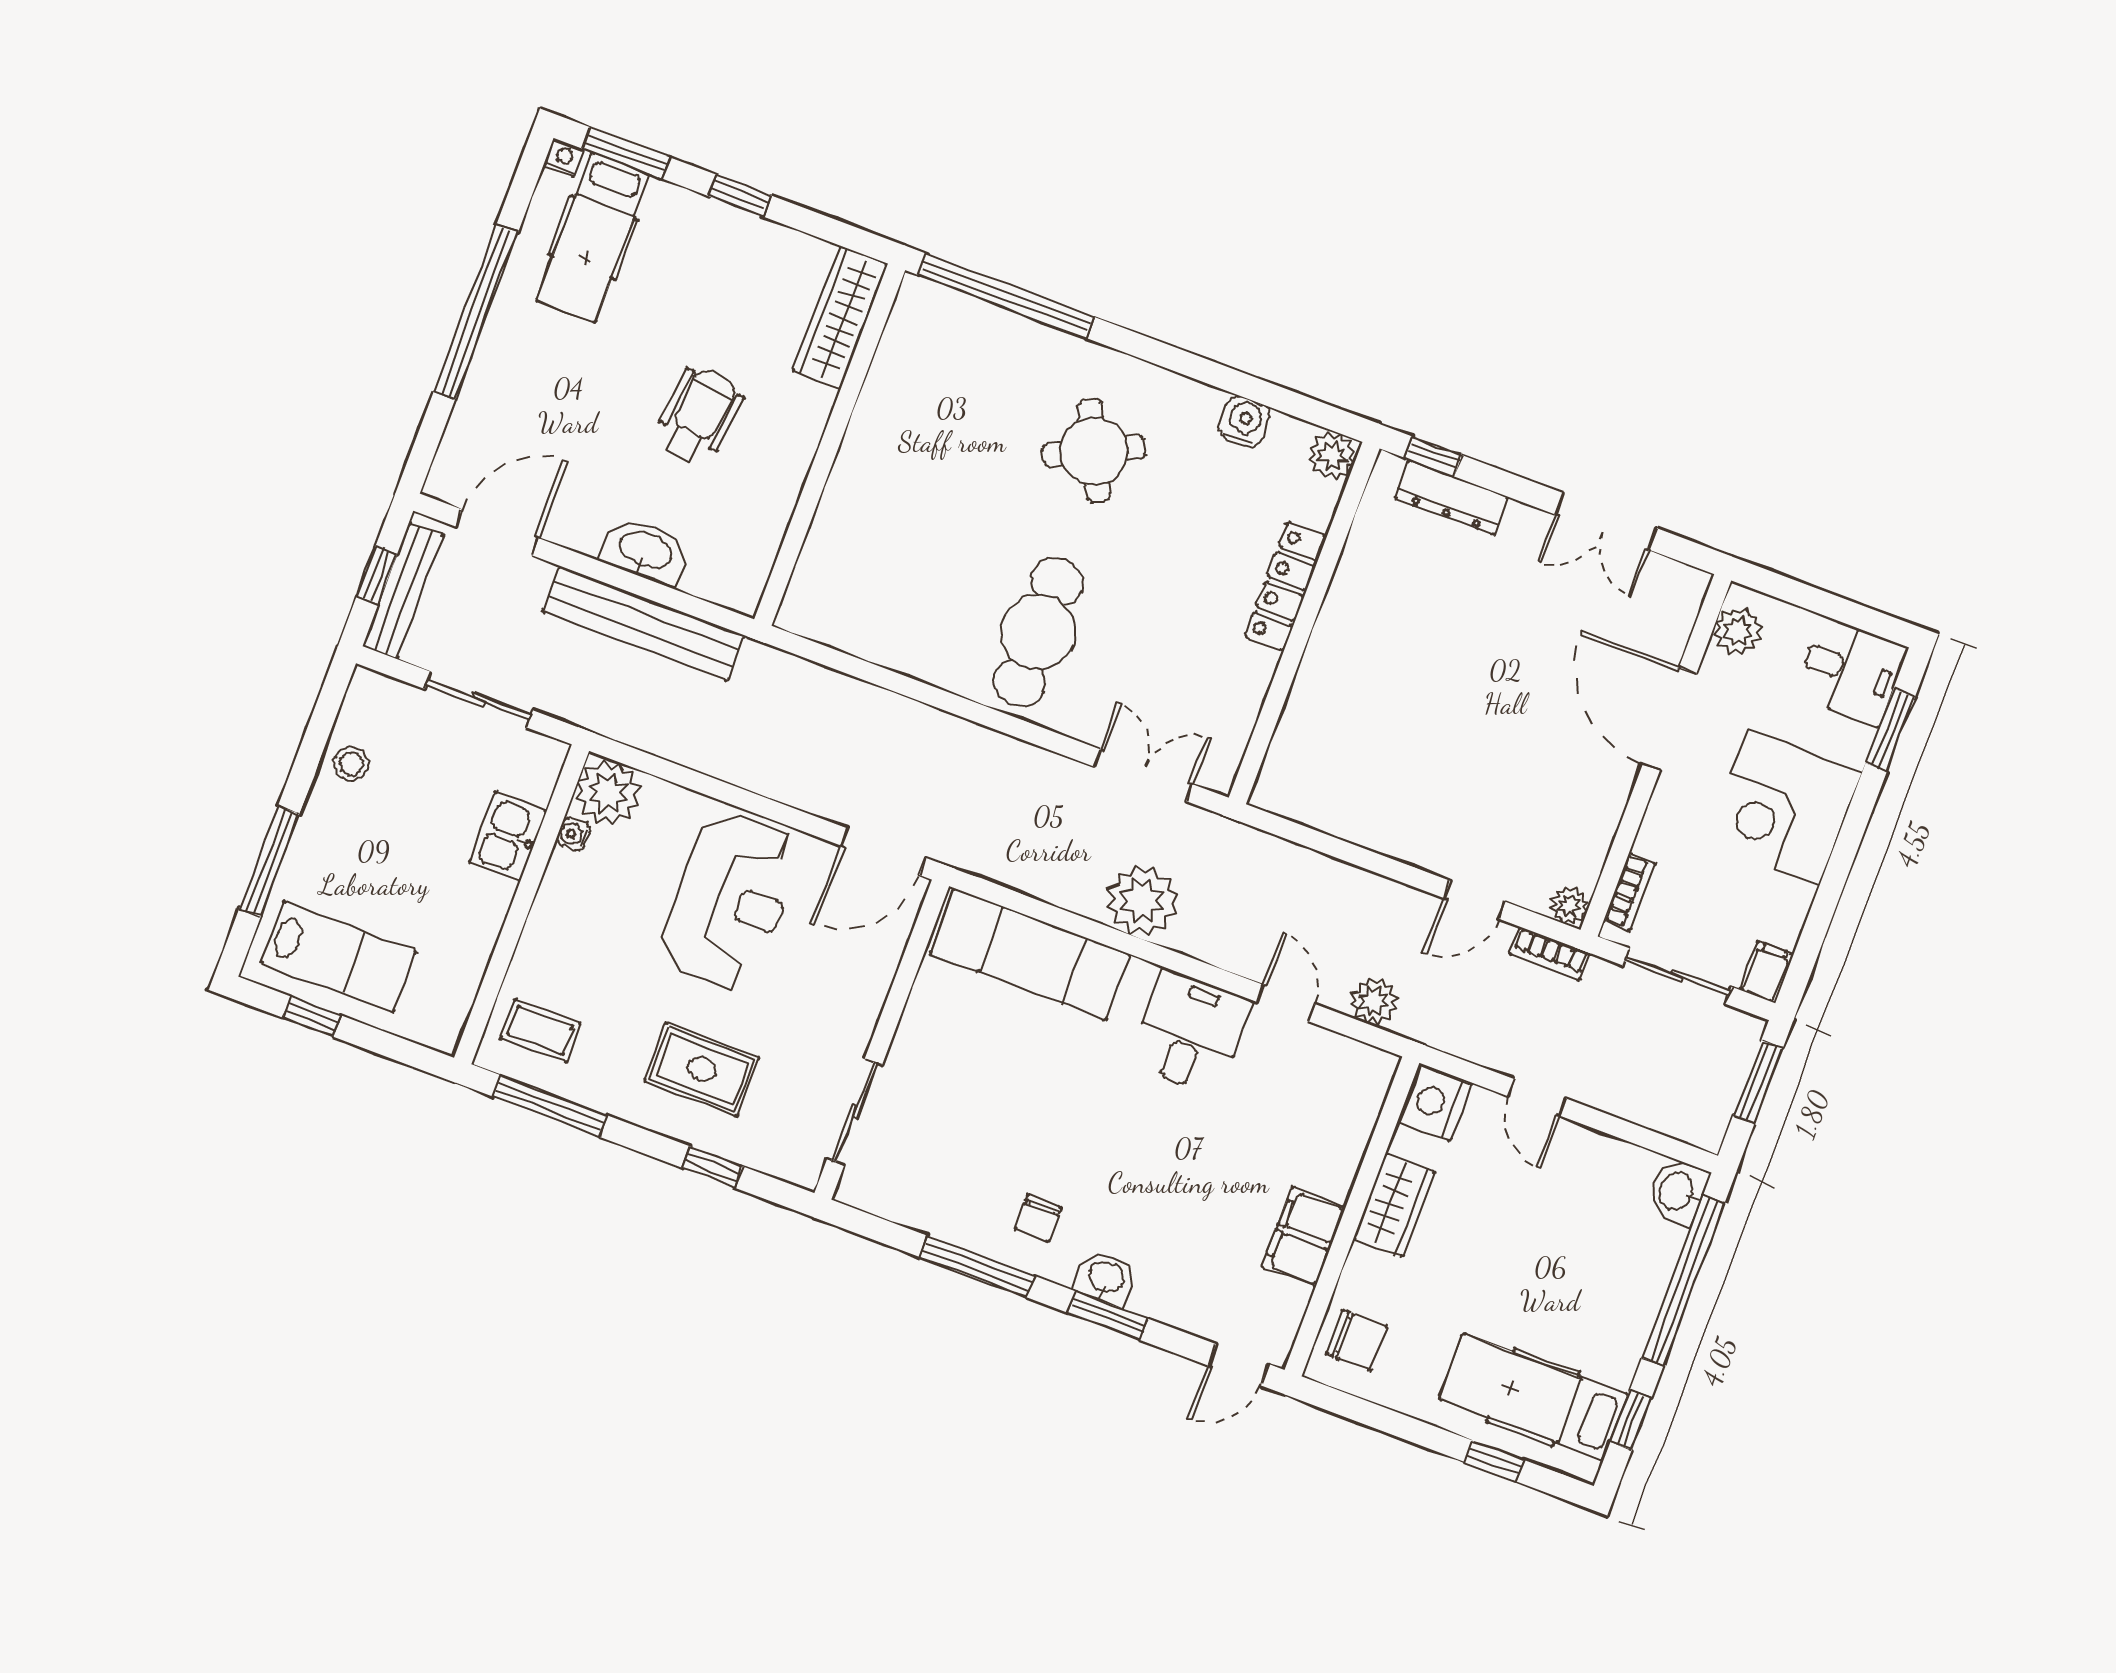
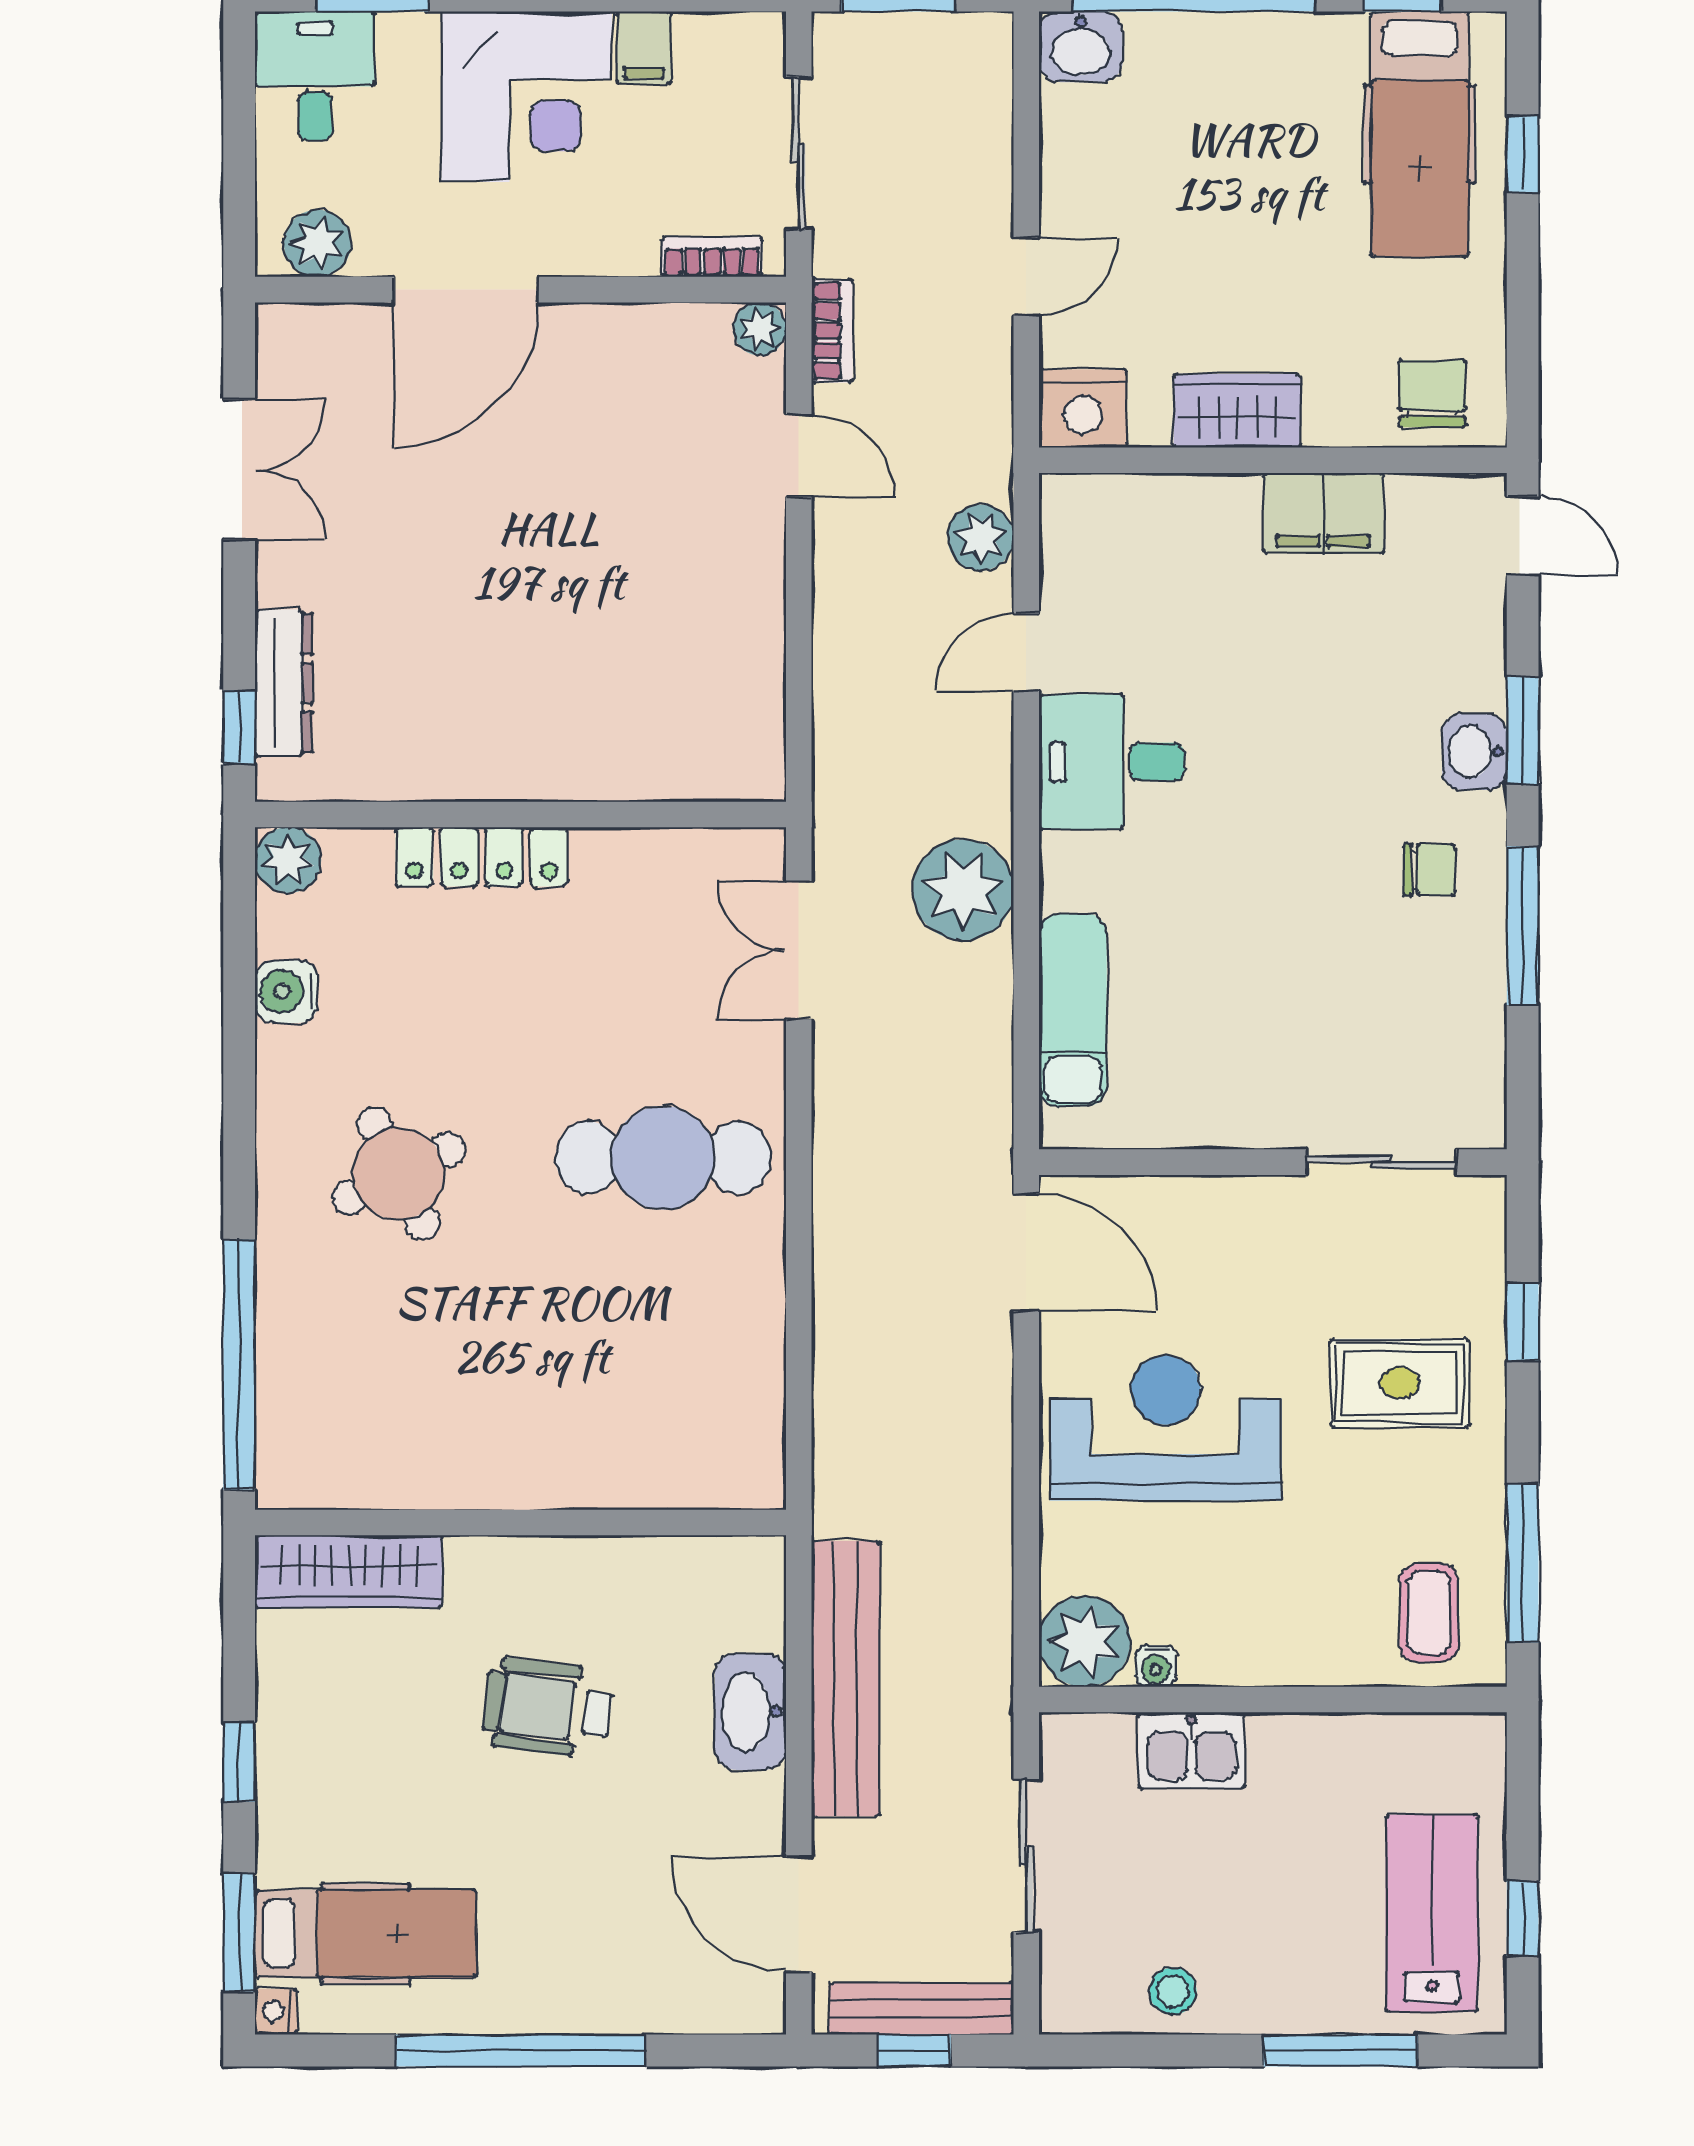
exam couch: (1030, 954) -> (1073, 1010), width x0.73, depth x0.69
filing cabinet: (1766, 972) -> (644, 48), moved, turned -90
rug: (702, 1069) -> (1400, 1383), turned 90

